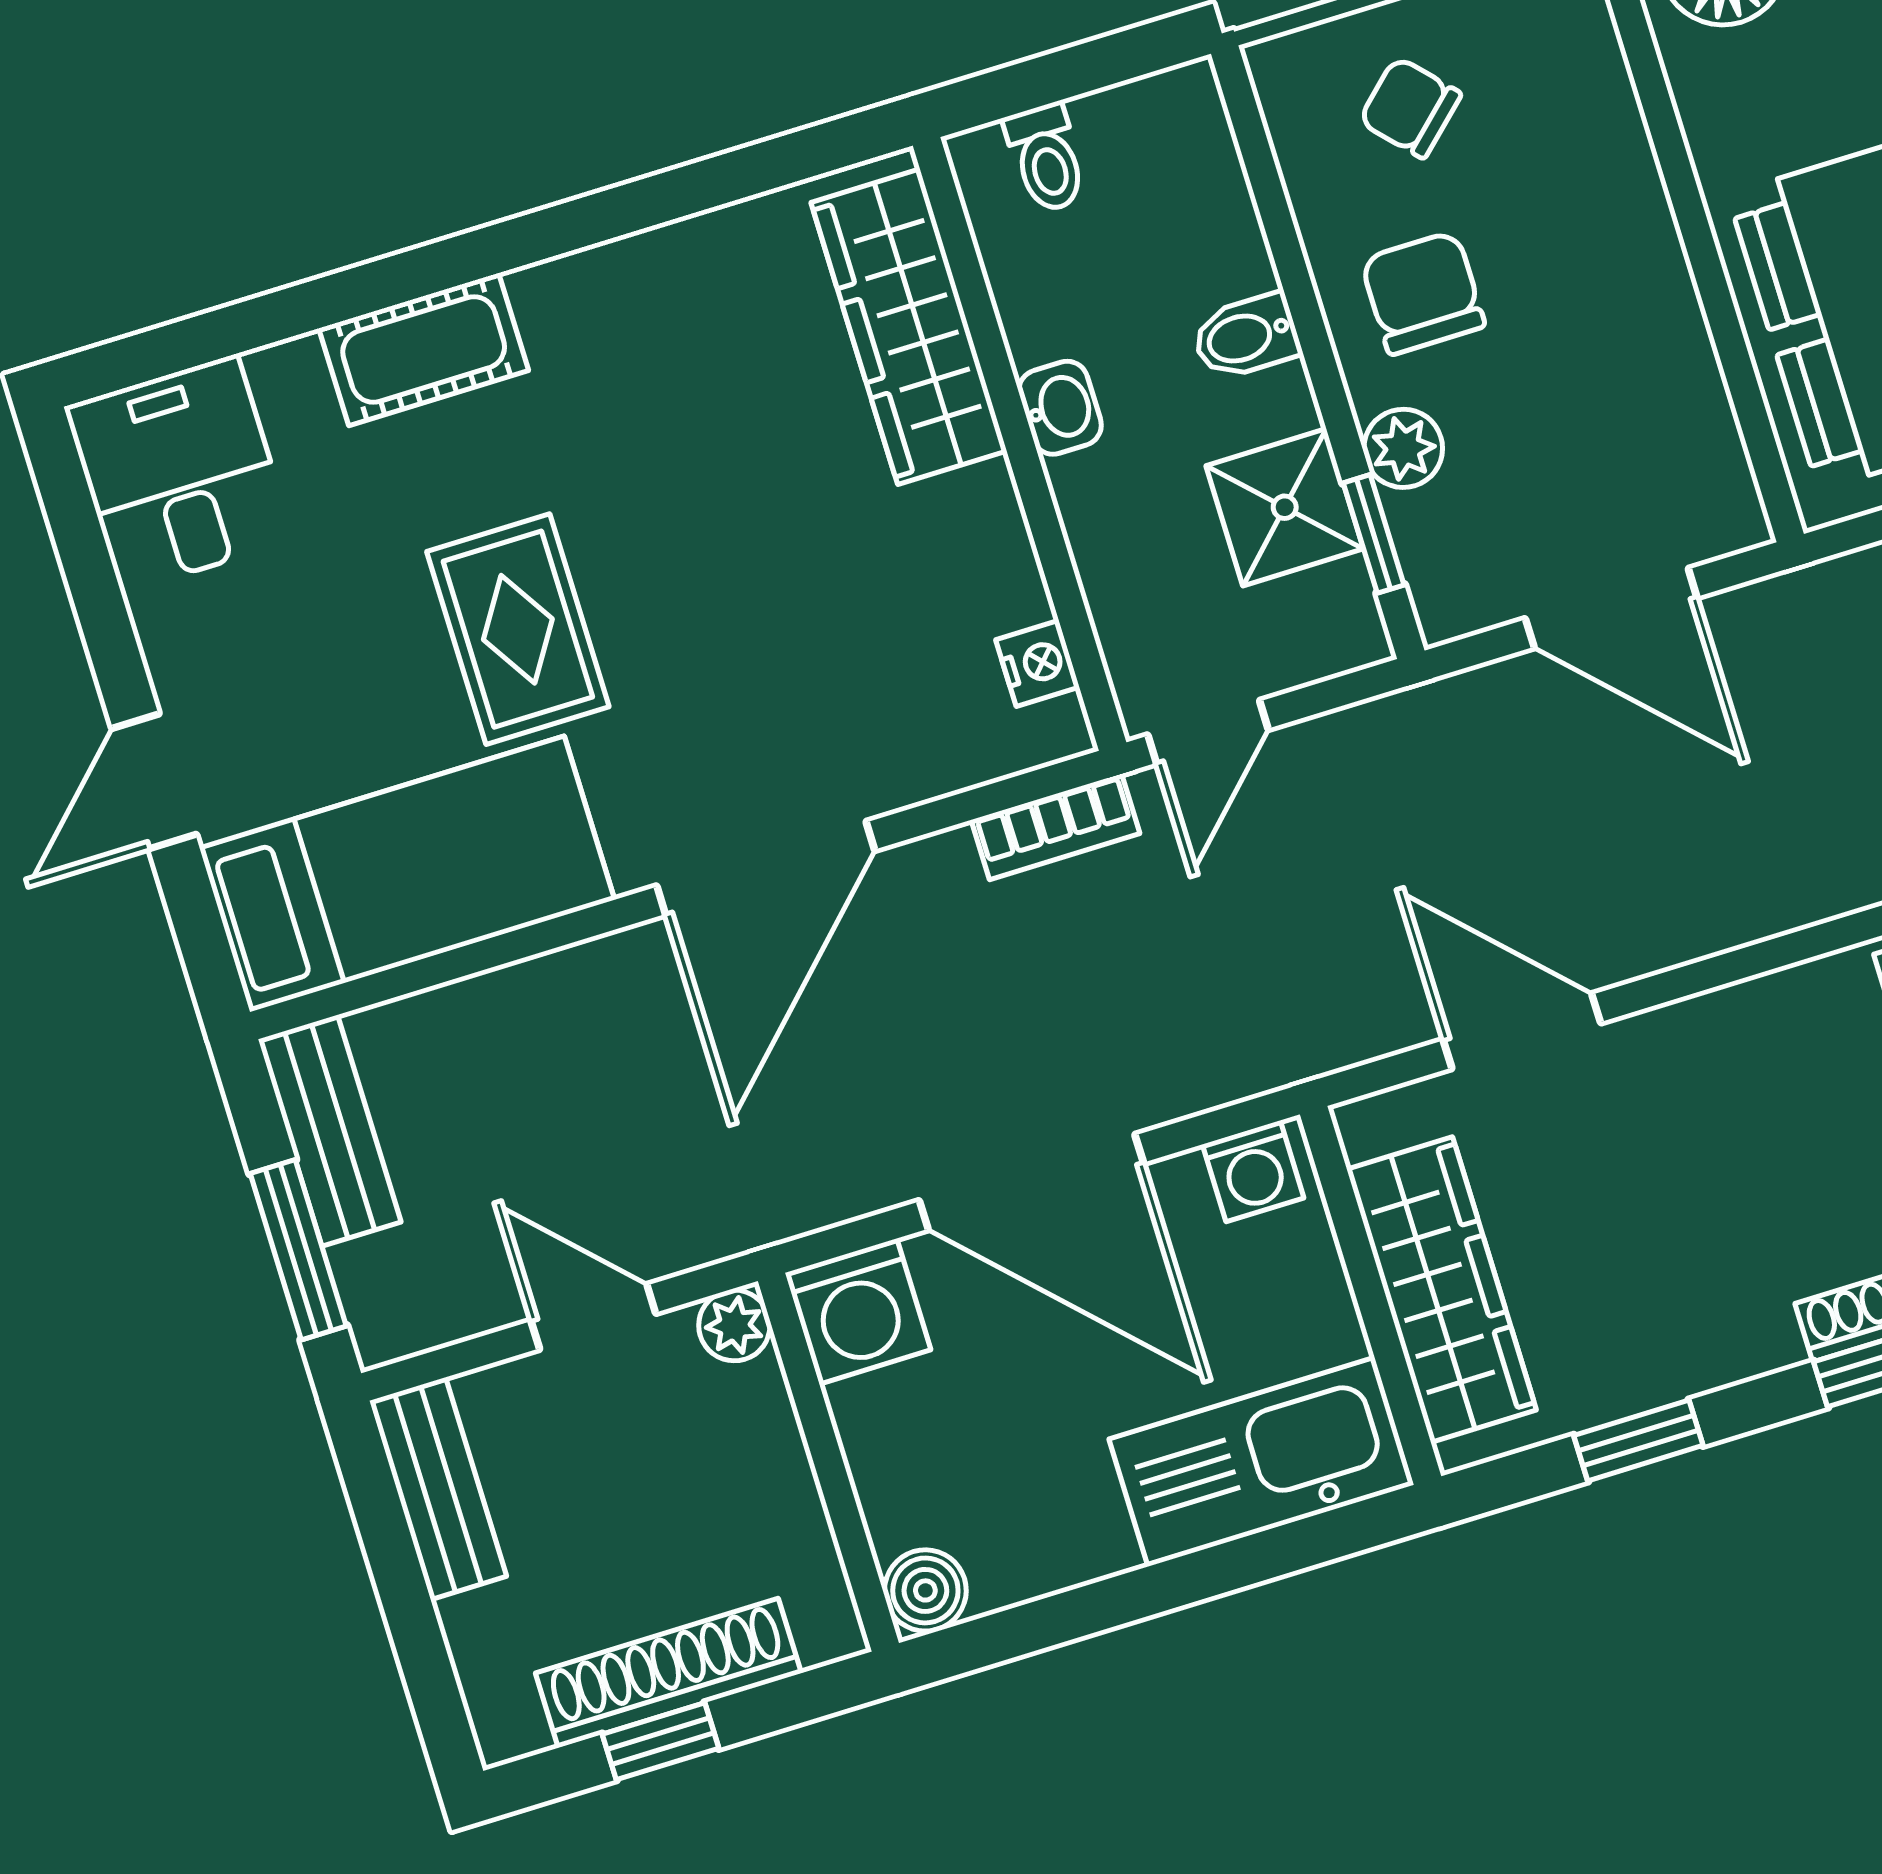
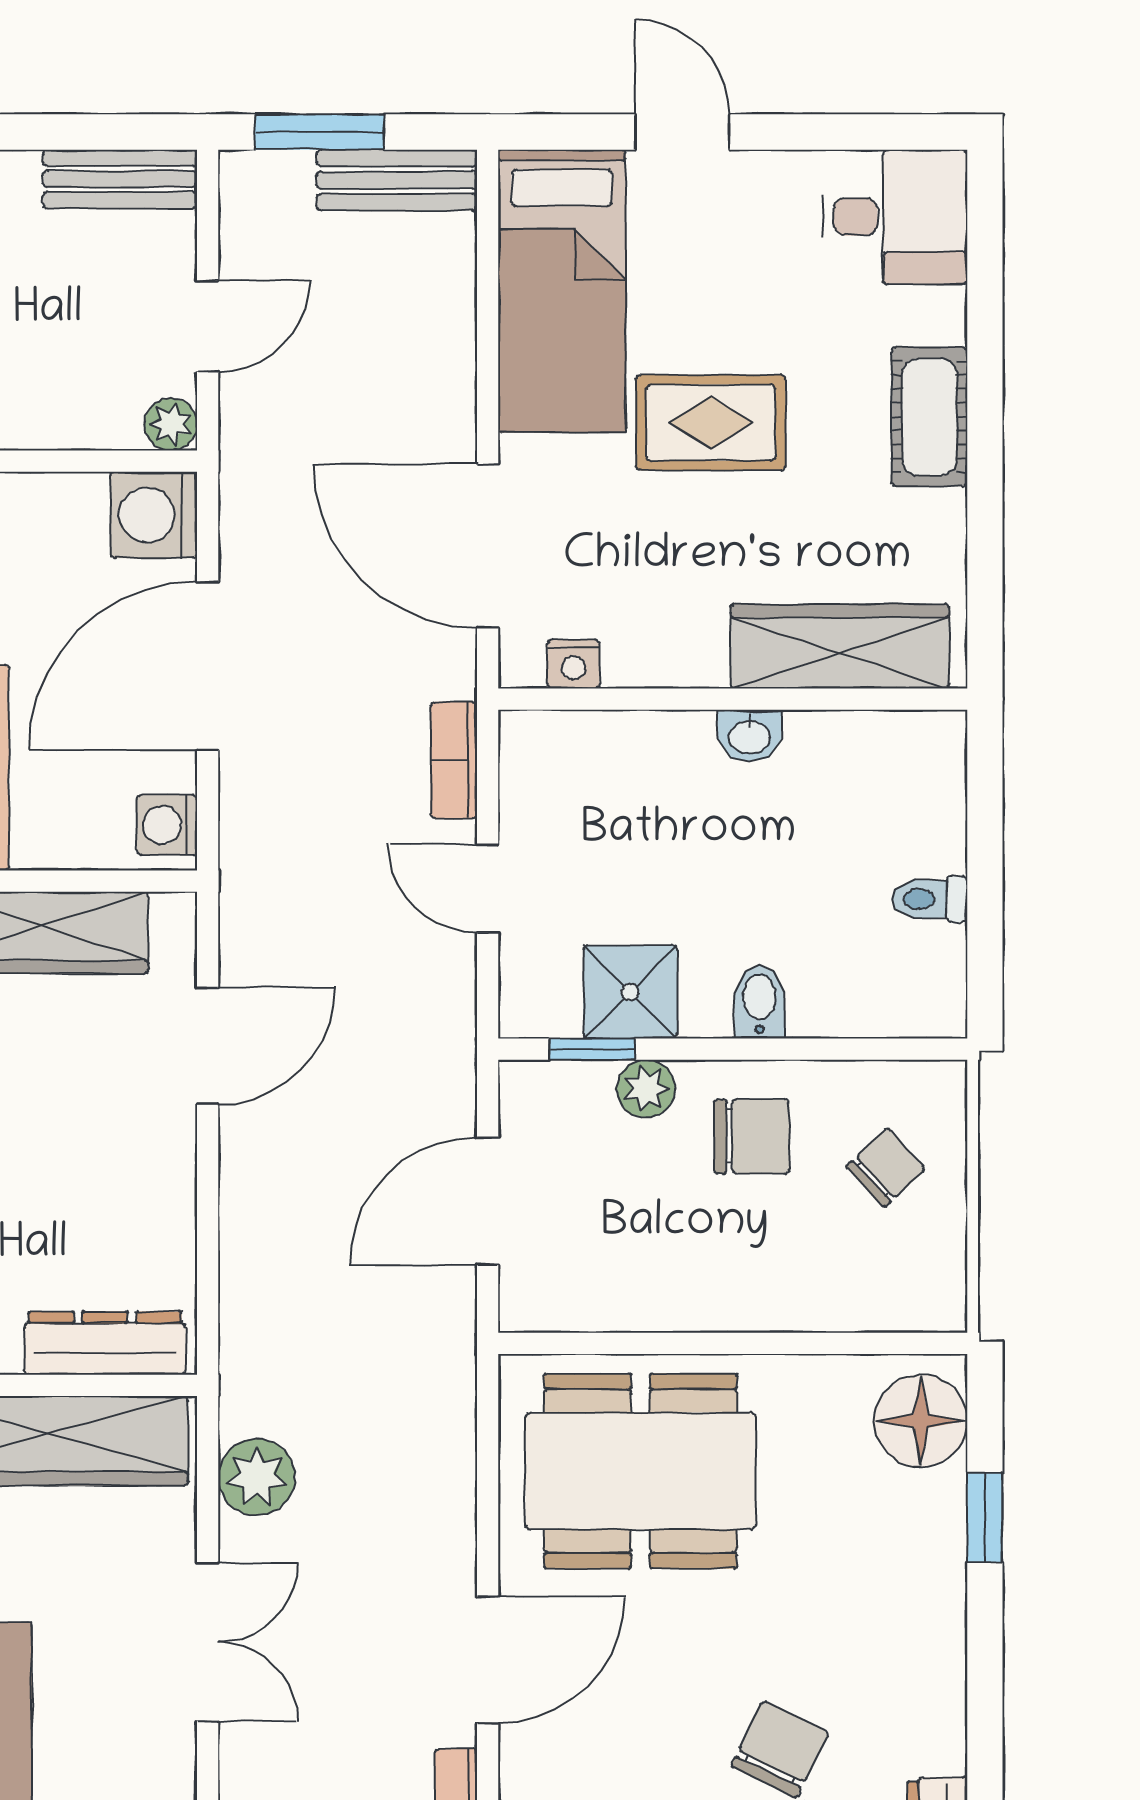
wardrobe: (909, 327) -> (840, 646), moved
washbasin: (1060, 408) -> (750, 736), moved
wall: (1020, 444) -> (733, 699), moved
nightstand: (1038, 663) -> (573, 664), moved

